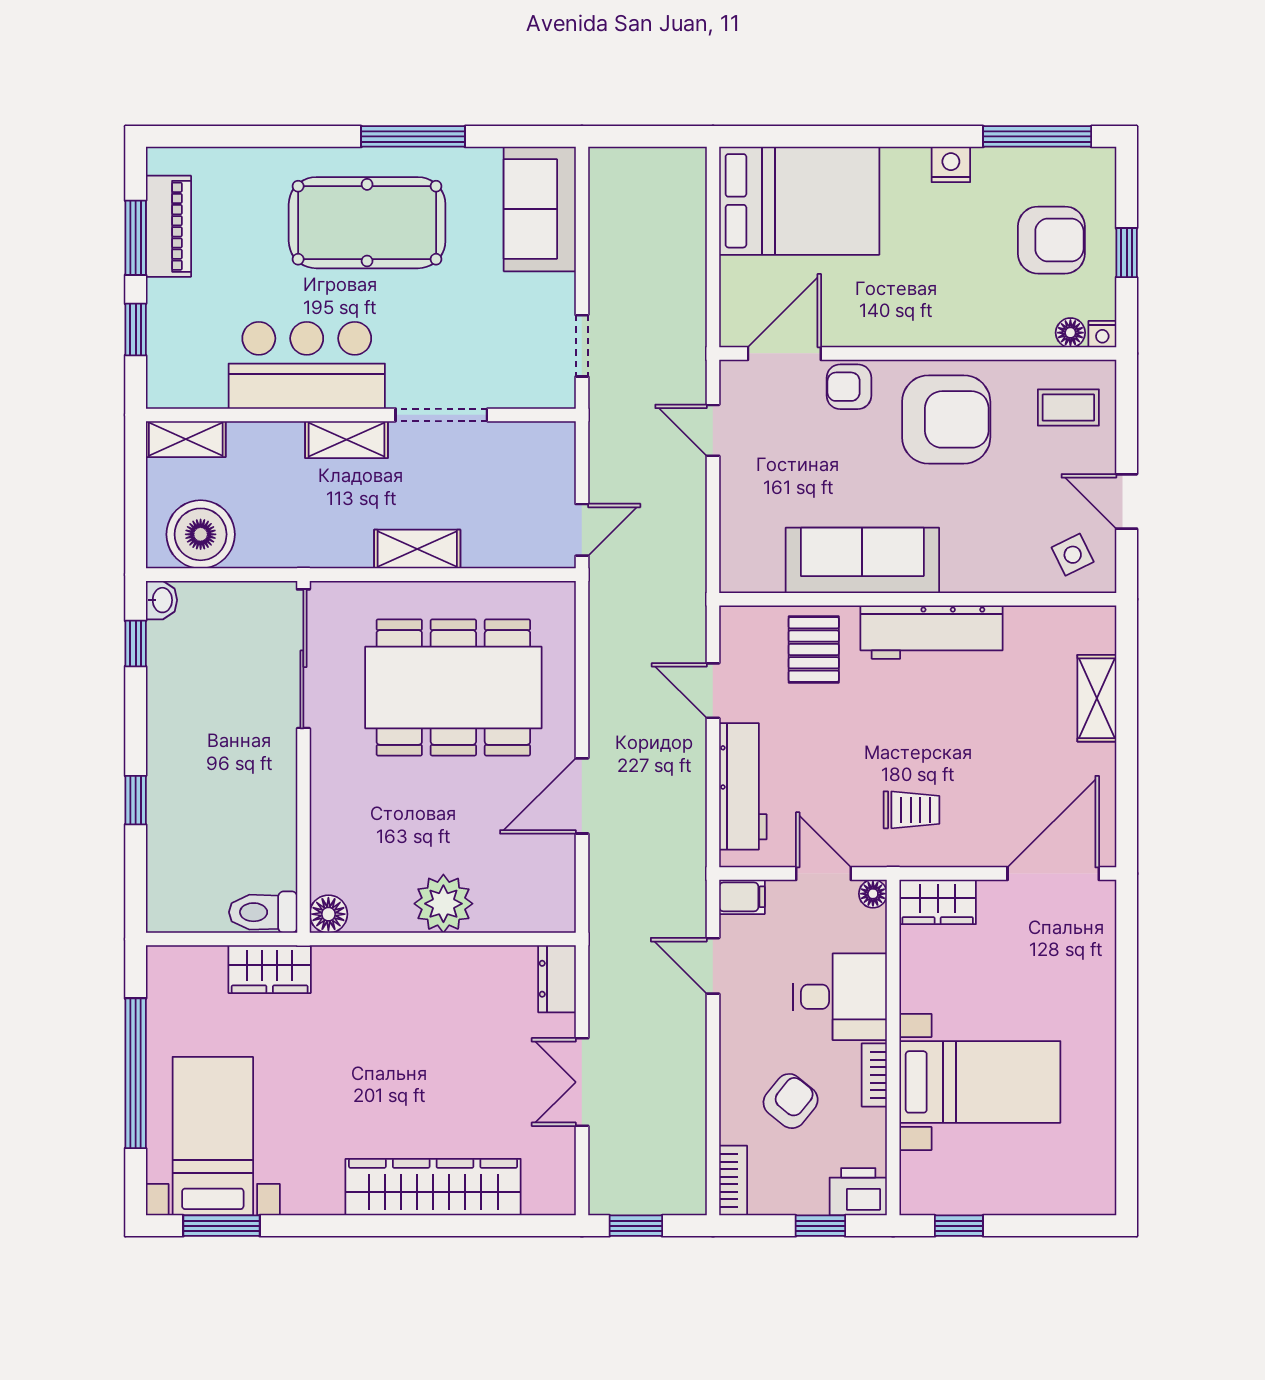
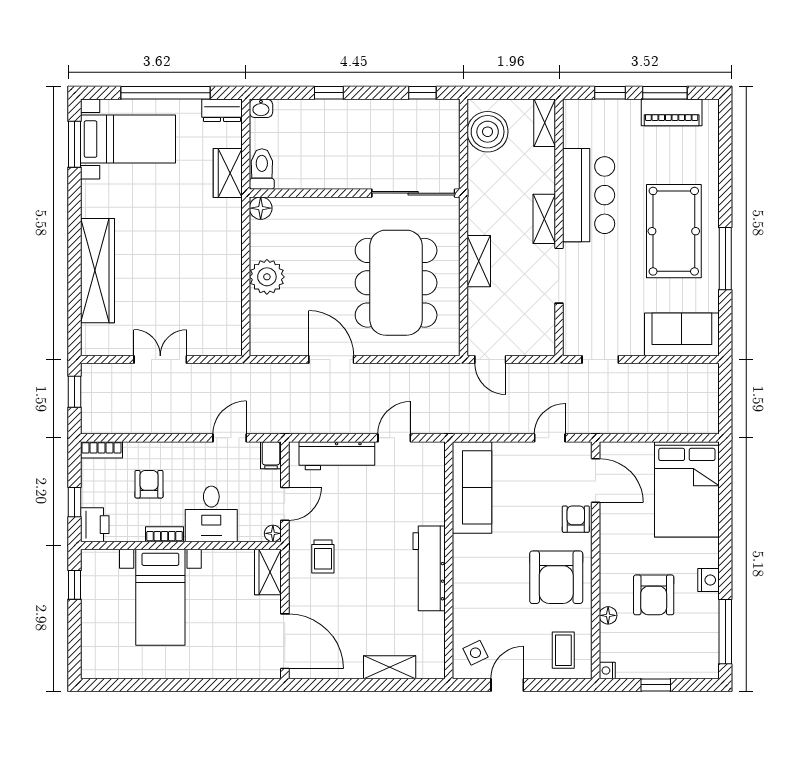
armchair: (1051, 240) -> (654, 595), moved
floor lamp: (1070, 333) -> (608, 615), moved
sofa: (862, 560) -> (472, 487), moved
washbasin: (161, 600) -> (261, 108), moved
pallet: (814, 649) -> (419, 498), removed
dresser: (557, 979) -> (222, 110), moved, turned 180
armchair: (791, 1101) -> (149, 484), turned -129

